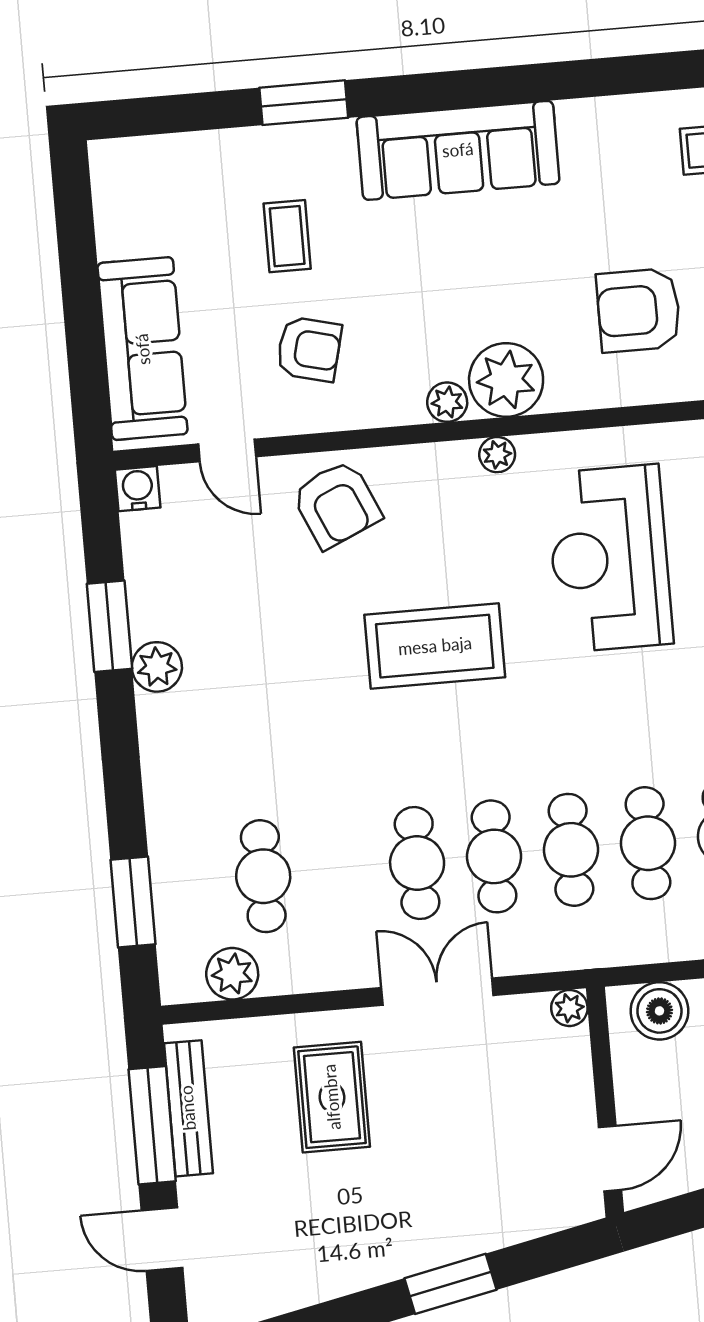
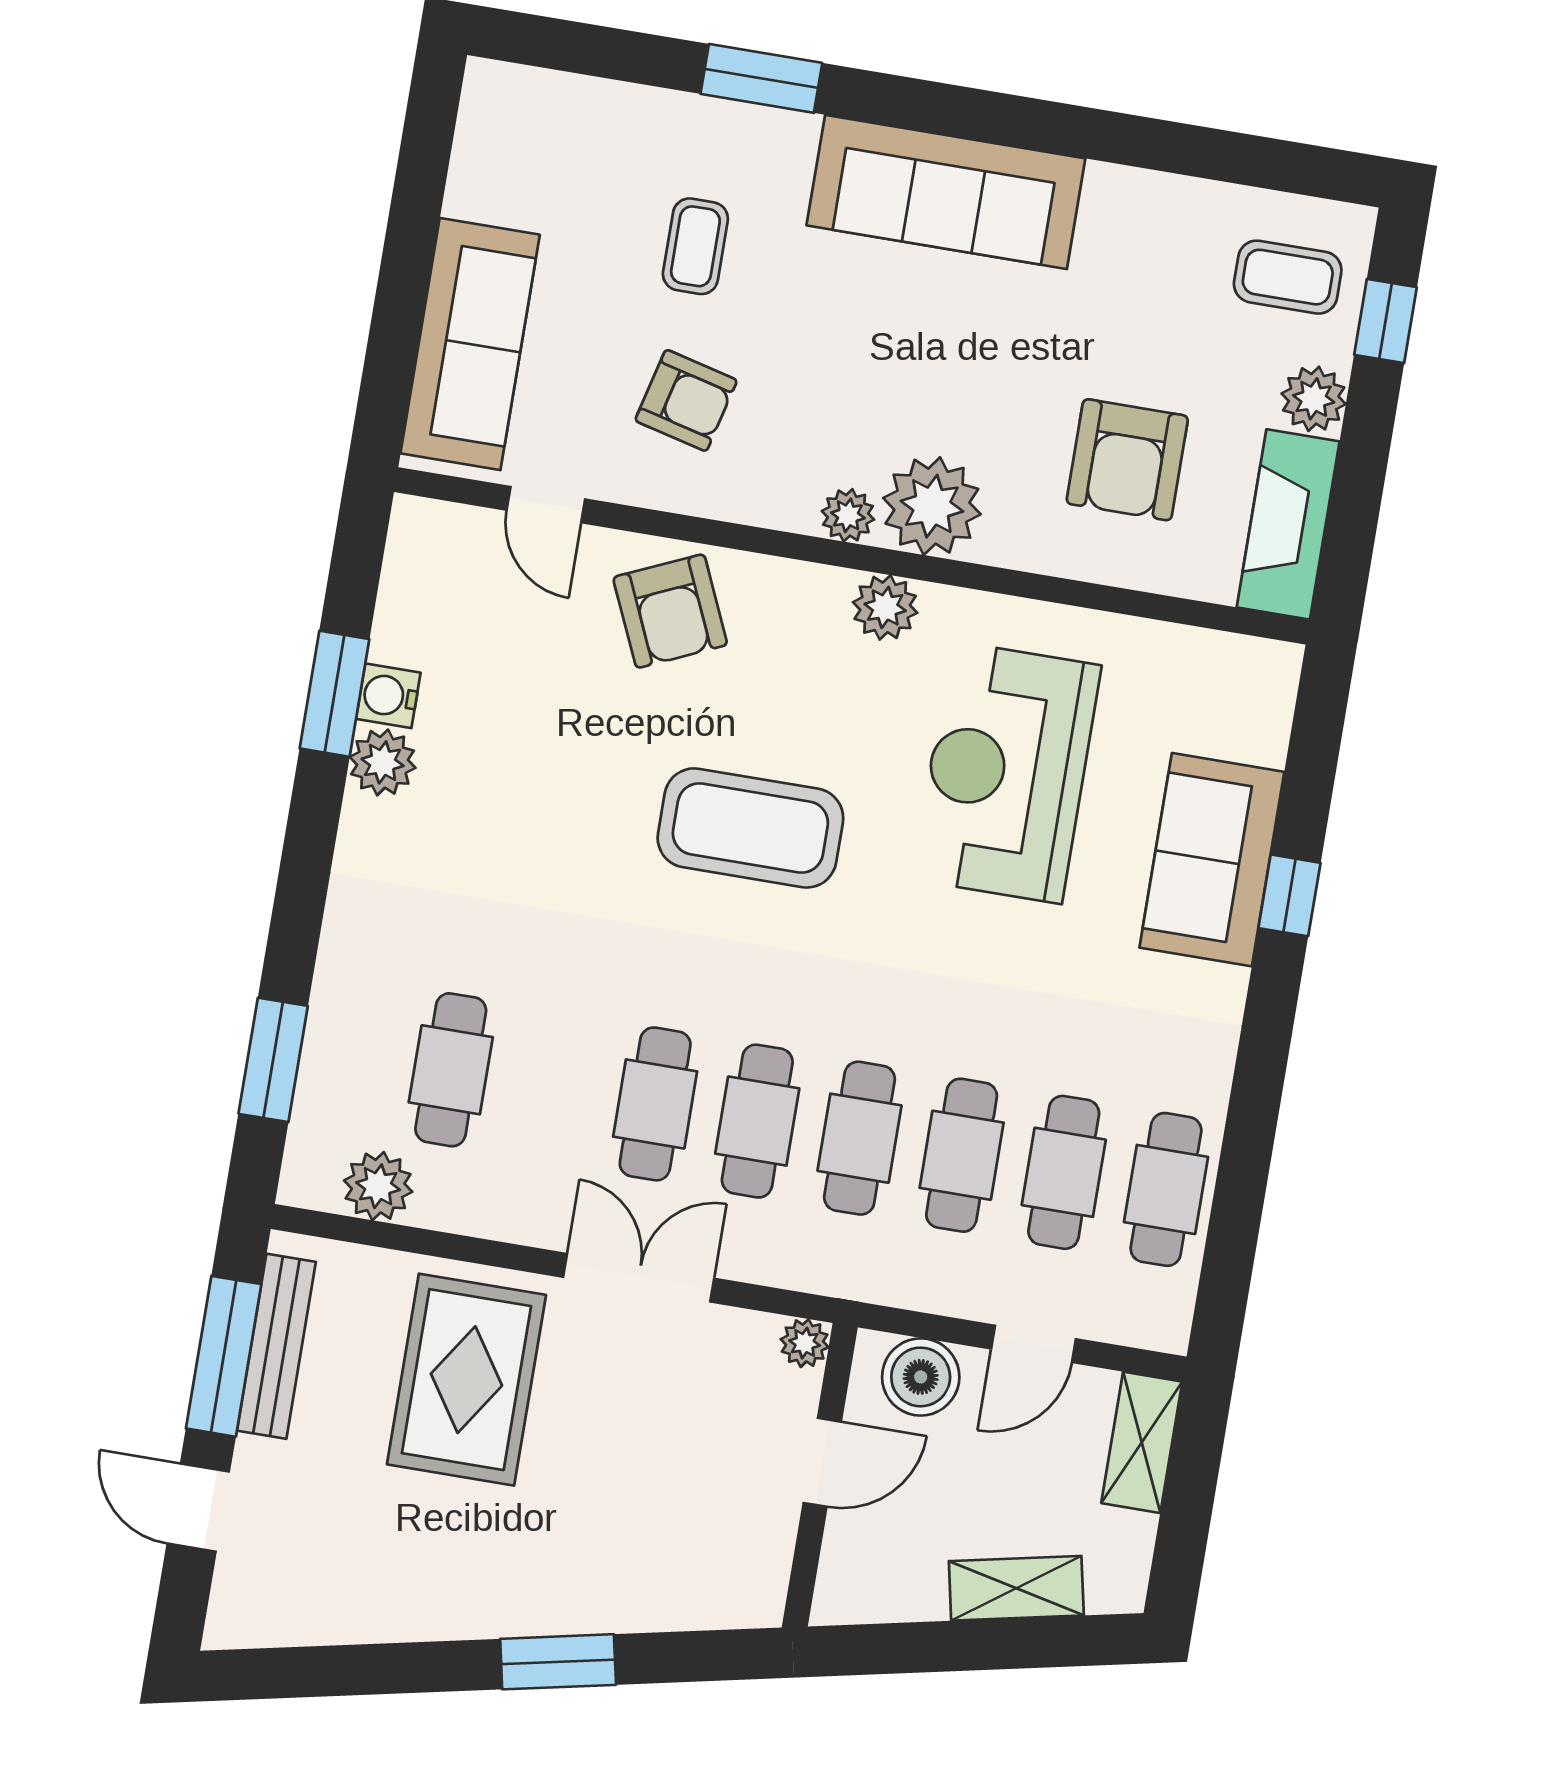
armchair: (639, 310) -> (1127, 460), turned -90
plant: (497, 455) -> (885, 607), width x1.38, depth x1.38
water cooler: (138, 489) -> (388, 696), moved, turned -90
rug: (332, 1097) -> (466, 1380), width x1.36, depth x1.43
door: (610, 1158) -> (822, 1462), moved

